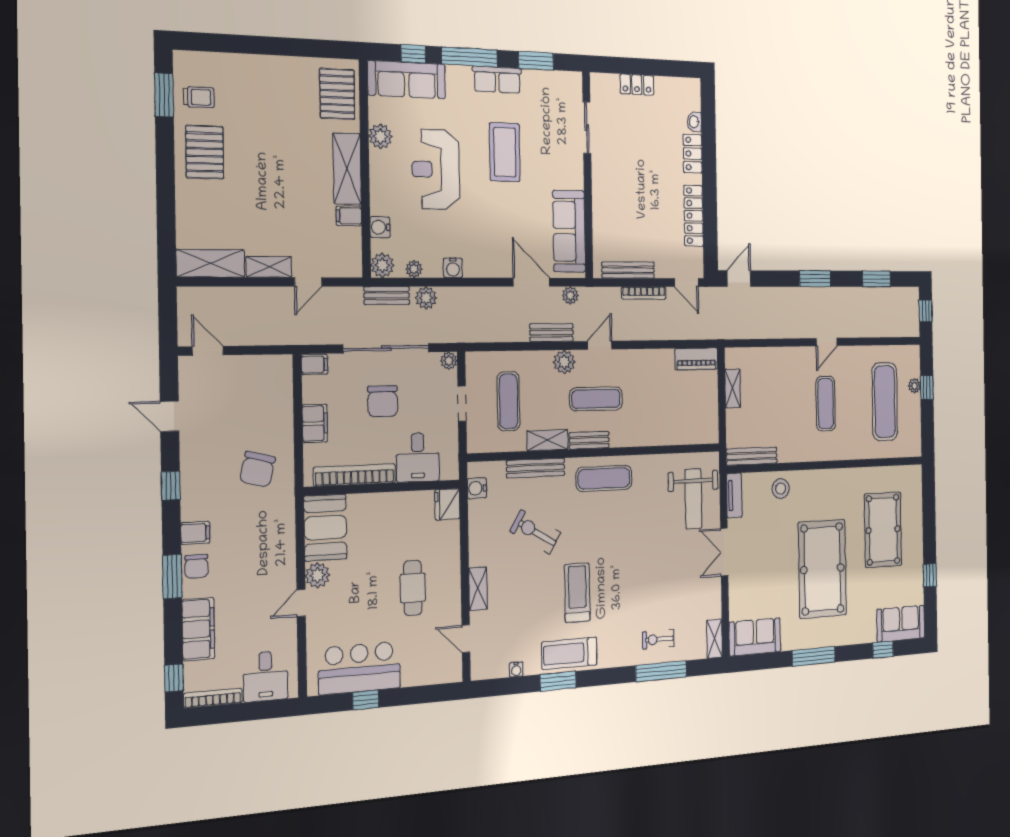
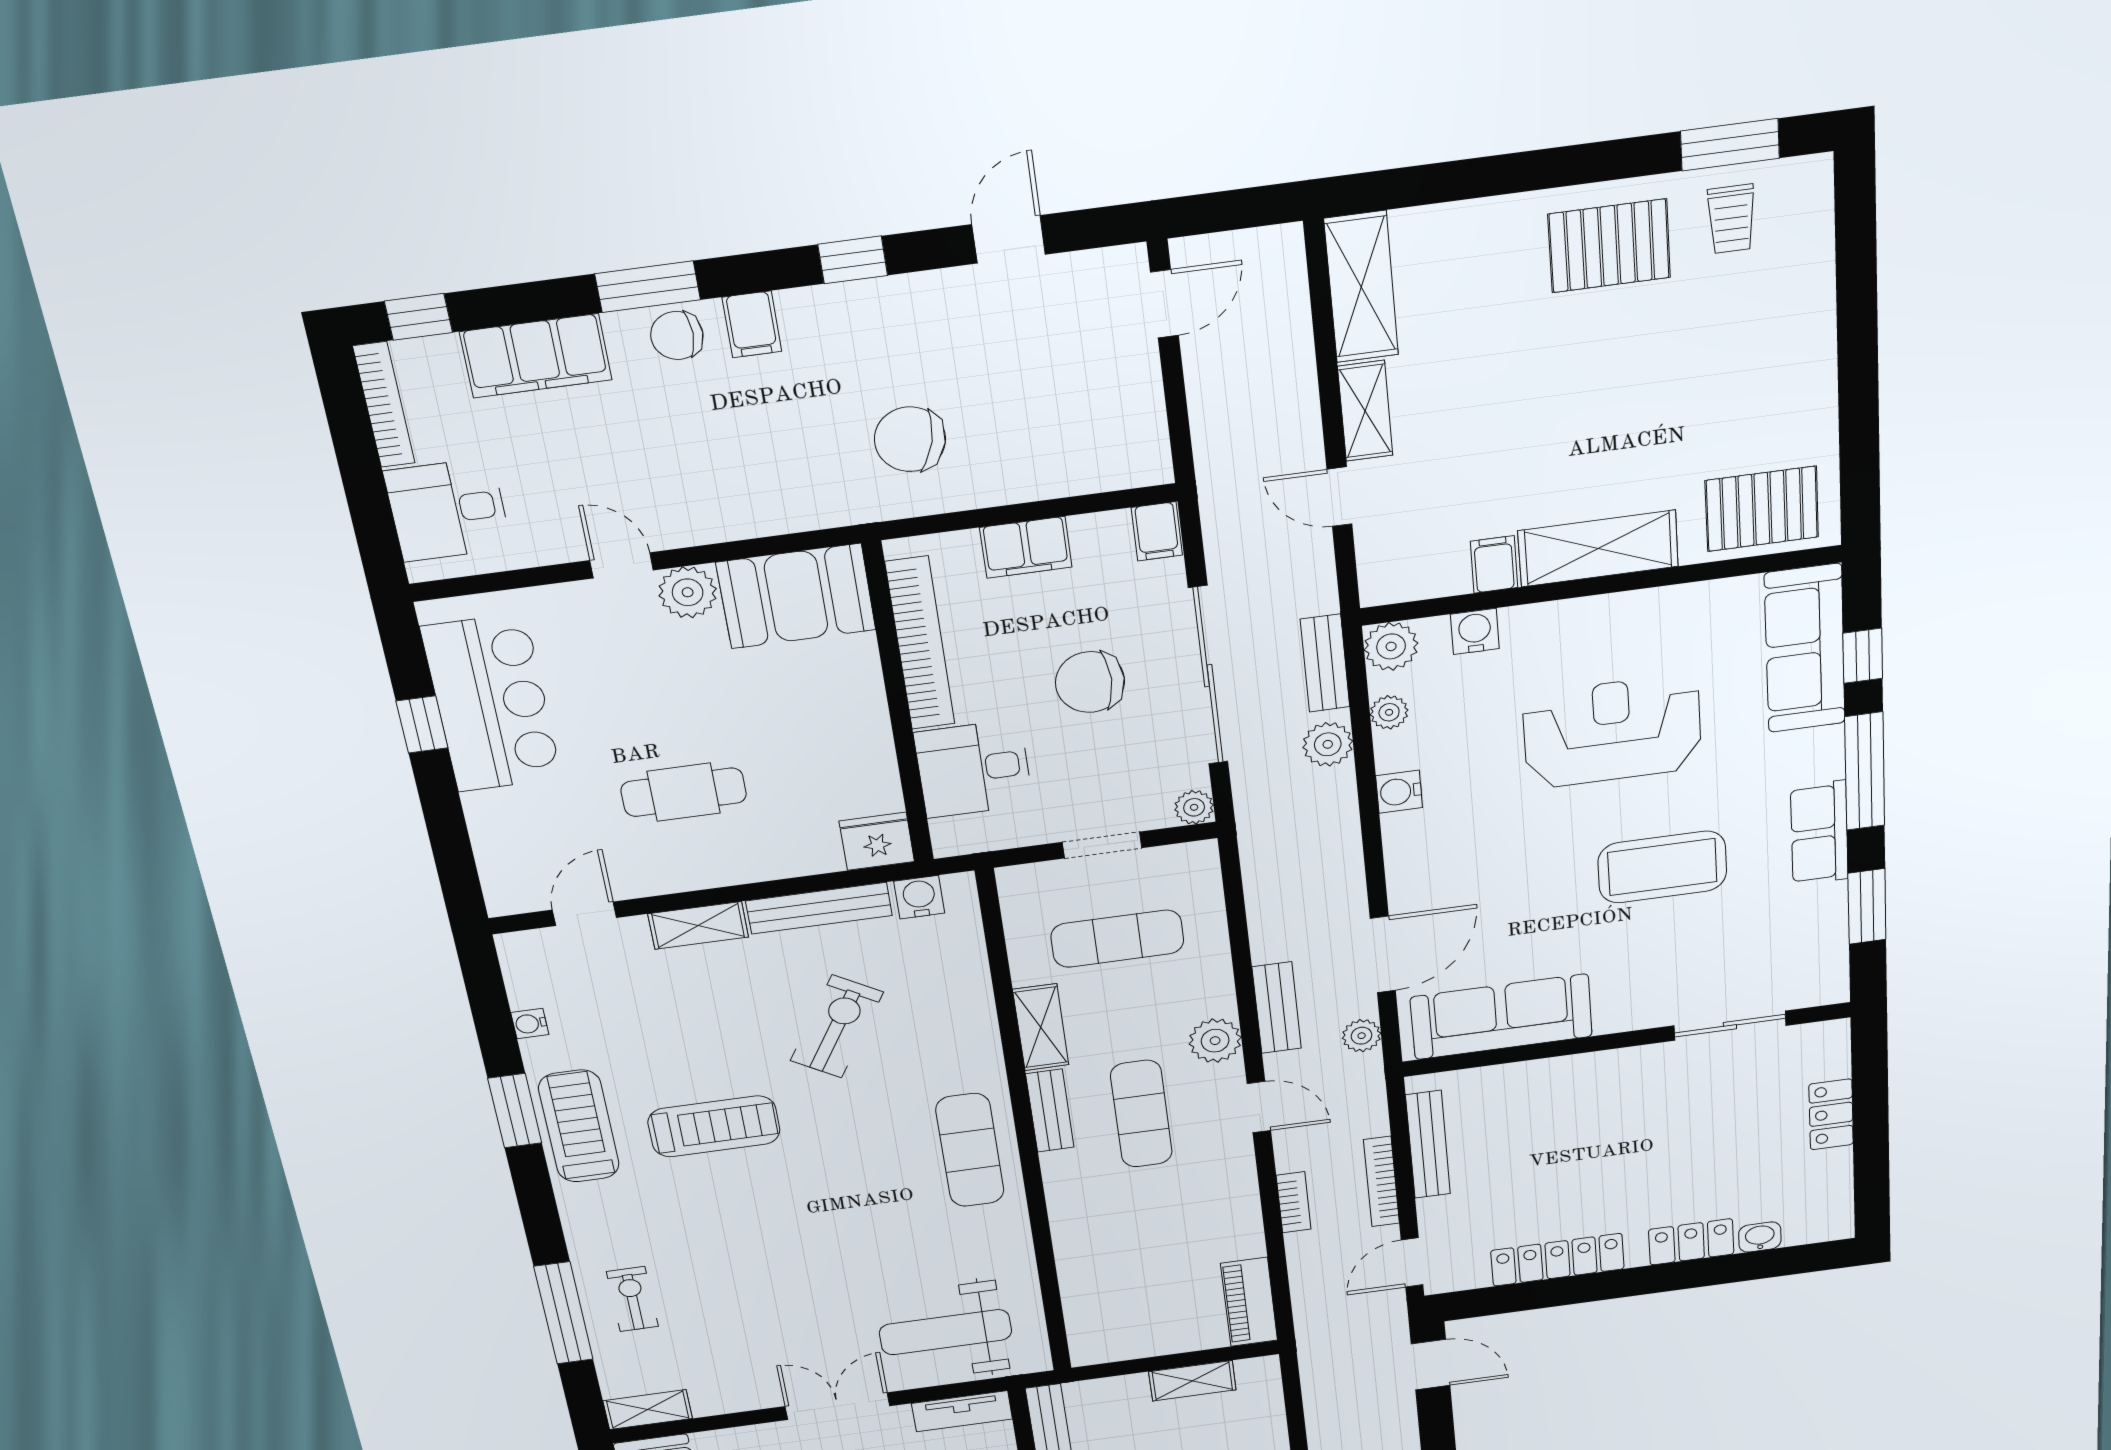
plant: (380, 136) -> (1675, 609), removed
bookcase: (649, 334) -> (1294, 1202), added
bench: (536, 468) -> (819, 908), moved, turned 90

